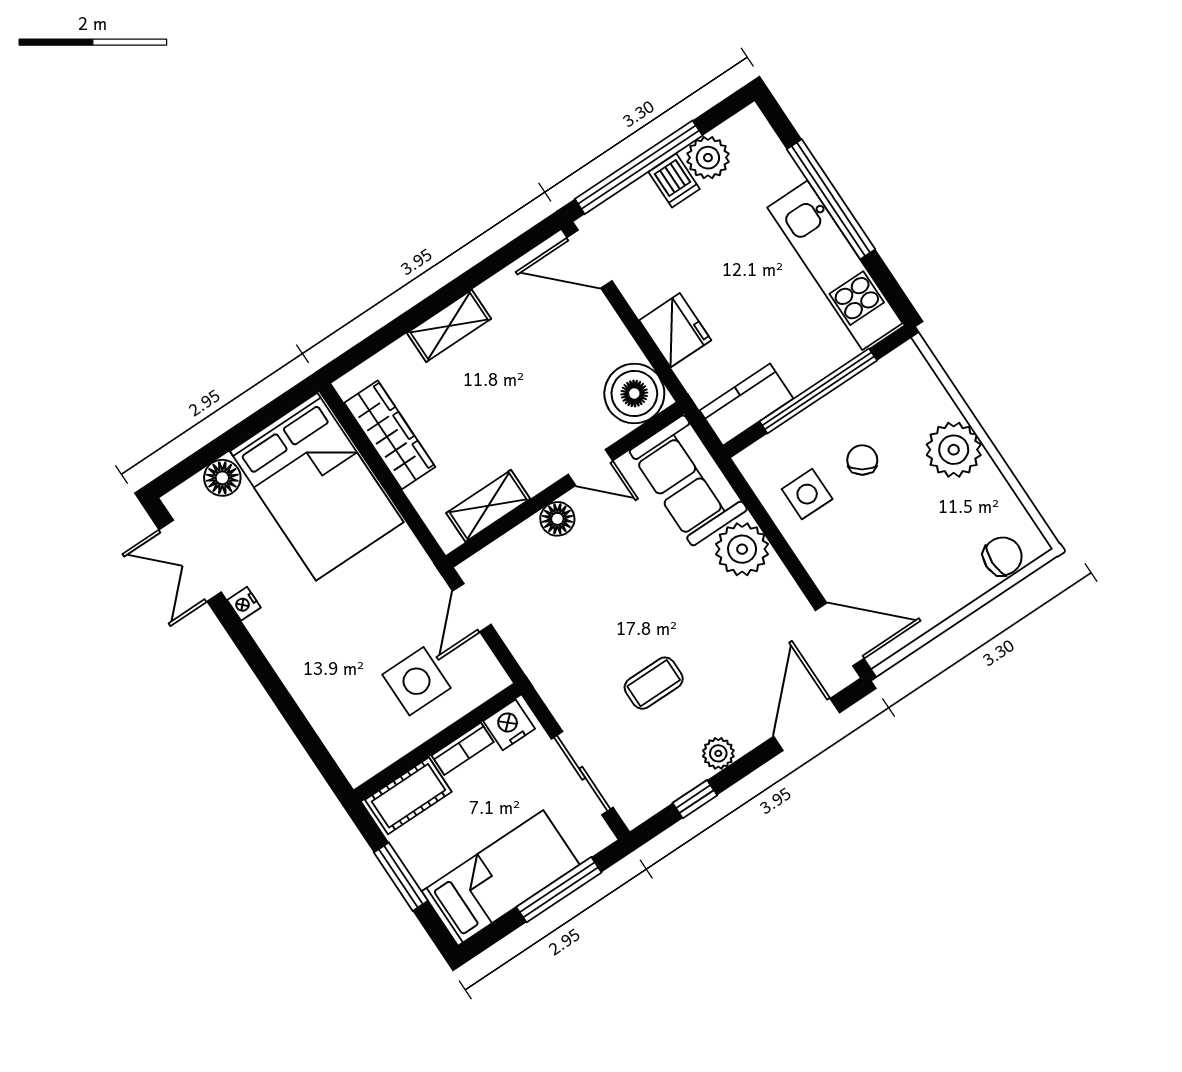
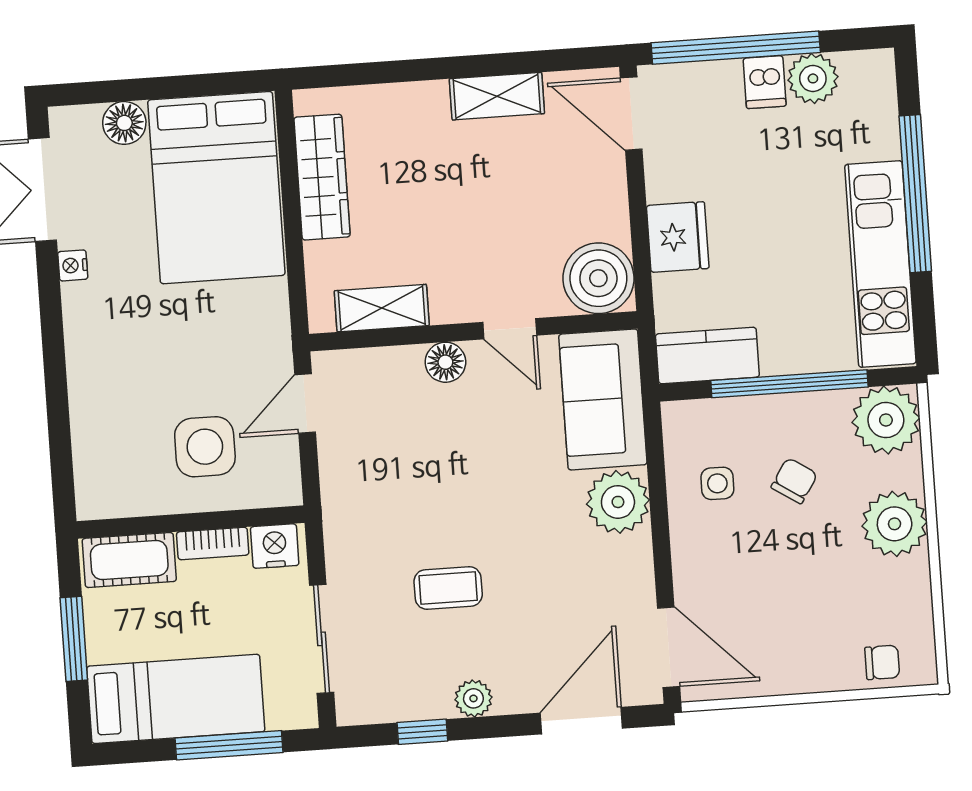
shelving: (449, 326) -> (497, 96), moved
plant: (904, 377) -> (886, 420), added
side table: (807, 494) -> (717, 483), width x0.73, depth x0.73
chair: (1003, 556) -> (882, 662), width x0.73, depth x0.73

